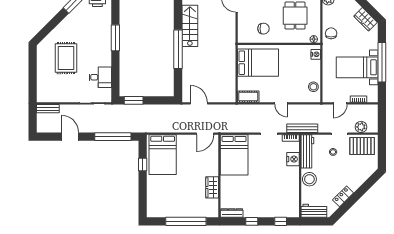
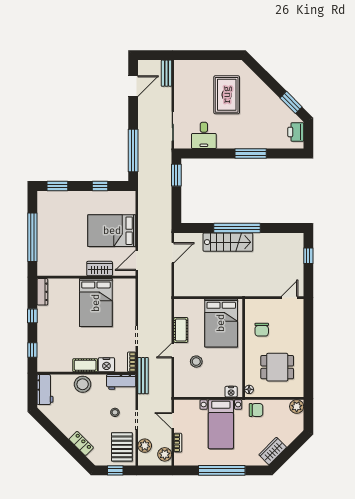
stairs: (190, 26) -> (228, 242), moved
rug: (66, 58) -> (227, 95), turned 90
bed with nightstands: (357, 67) -> (221, 424), moved, turned 180
stool: (313, 87) -> (196, 362), moved
cot: (248, 97) -> (181, 330), moved
plant: (368, 110) -> (165, 454), added
door: (205, 134) -> (137, 260), hinge flipped
door: (70, 137) -> (133, 86), moved
workbench: (307, 151) -> (121, 382), width x0.73
window: (382, 152) -> (115, 470), added
bed: (163, 155) -> (112, 231), moved
bed: (234, 155) -> (96, 303), moved, turned -90
cot: (293, 177) -> (85, 365), added
wardrobe: (212, 187) -> (100, 269), moved
locker: (343, 196) -> (81, 443), moved
window: (143, 200) -> (57, 186), added

